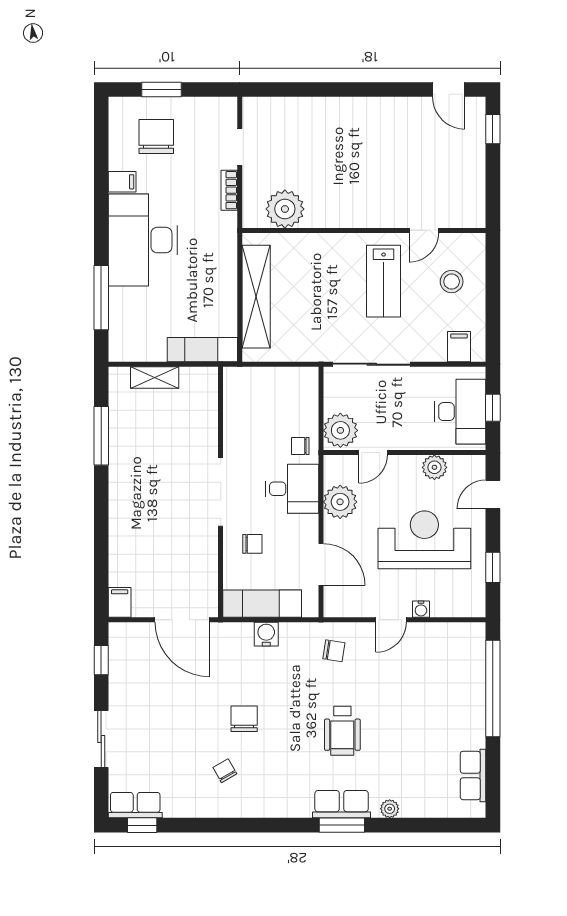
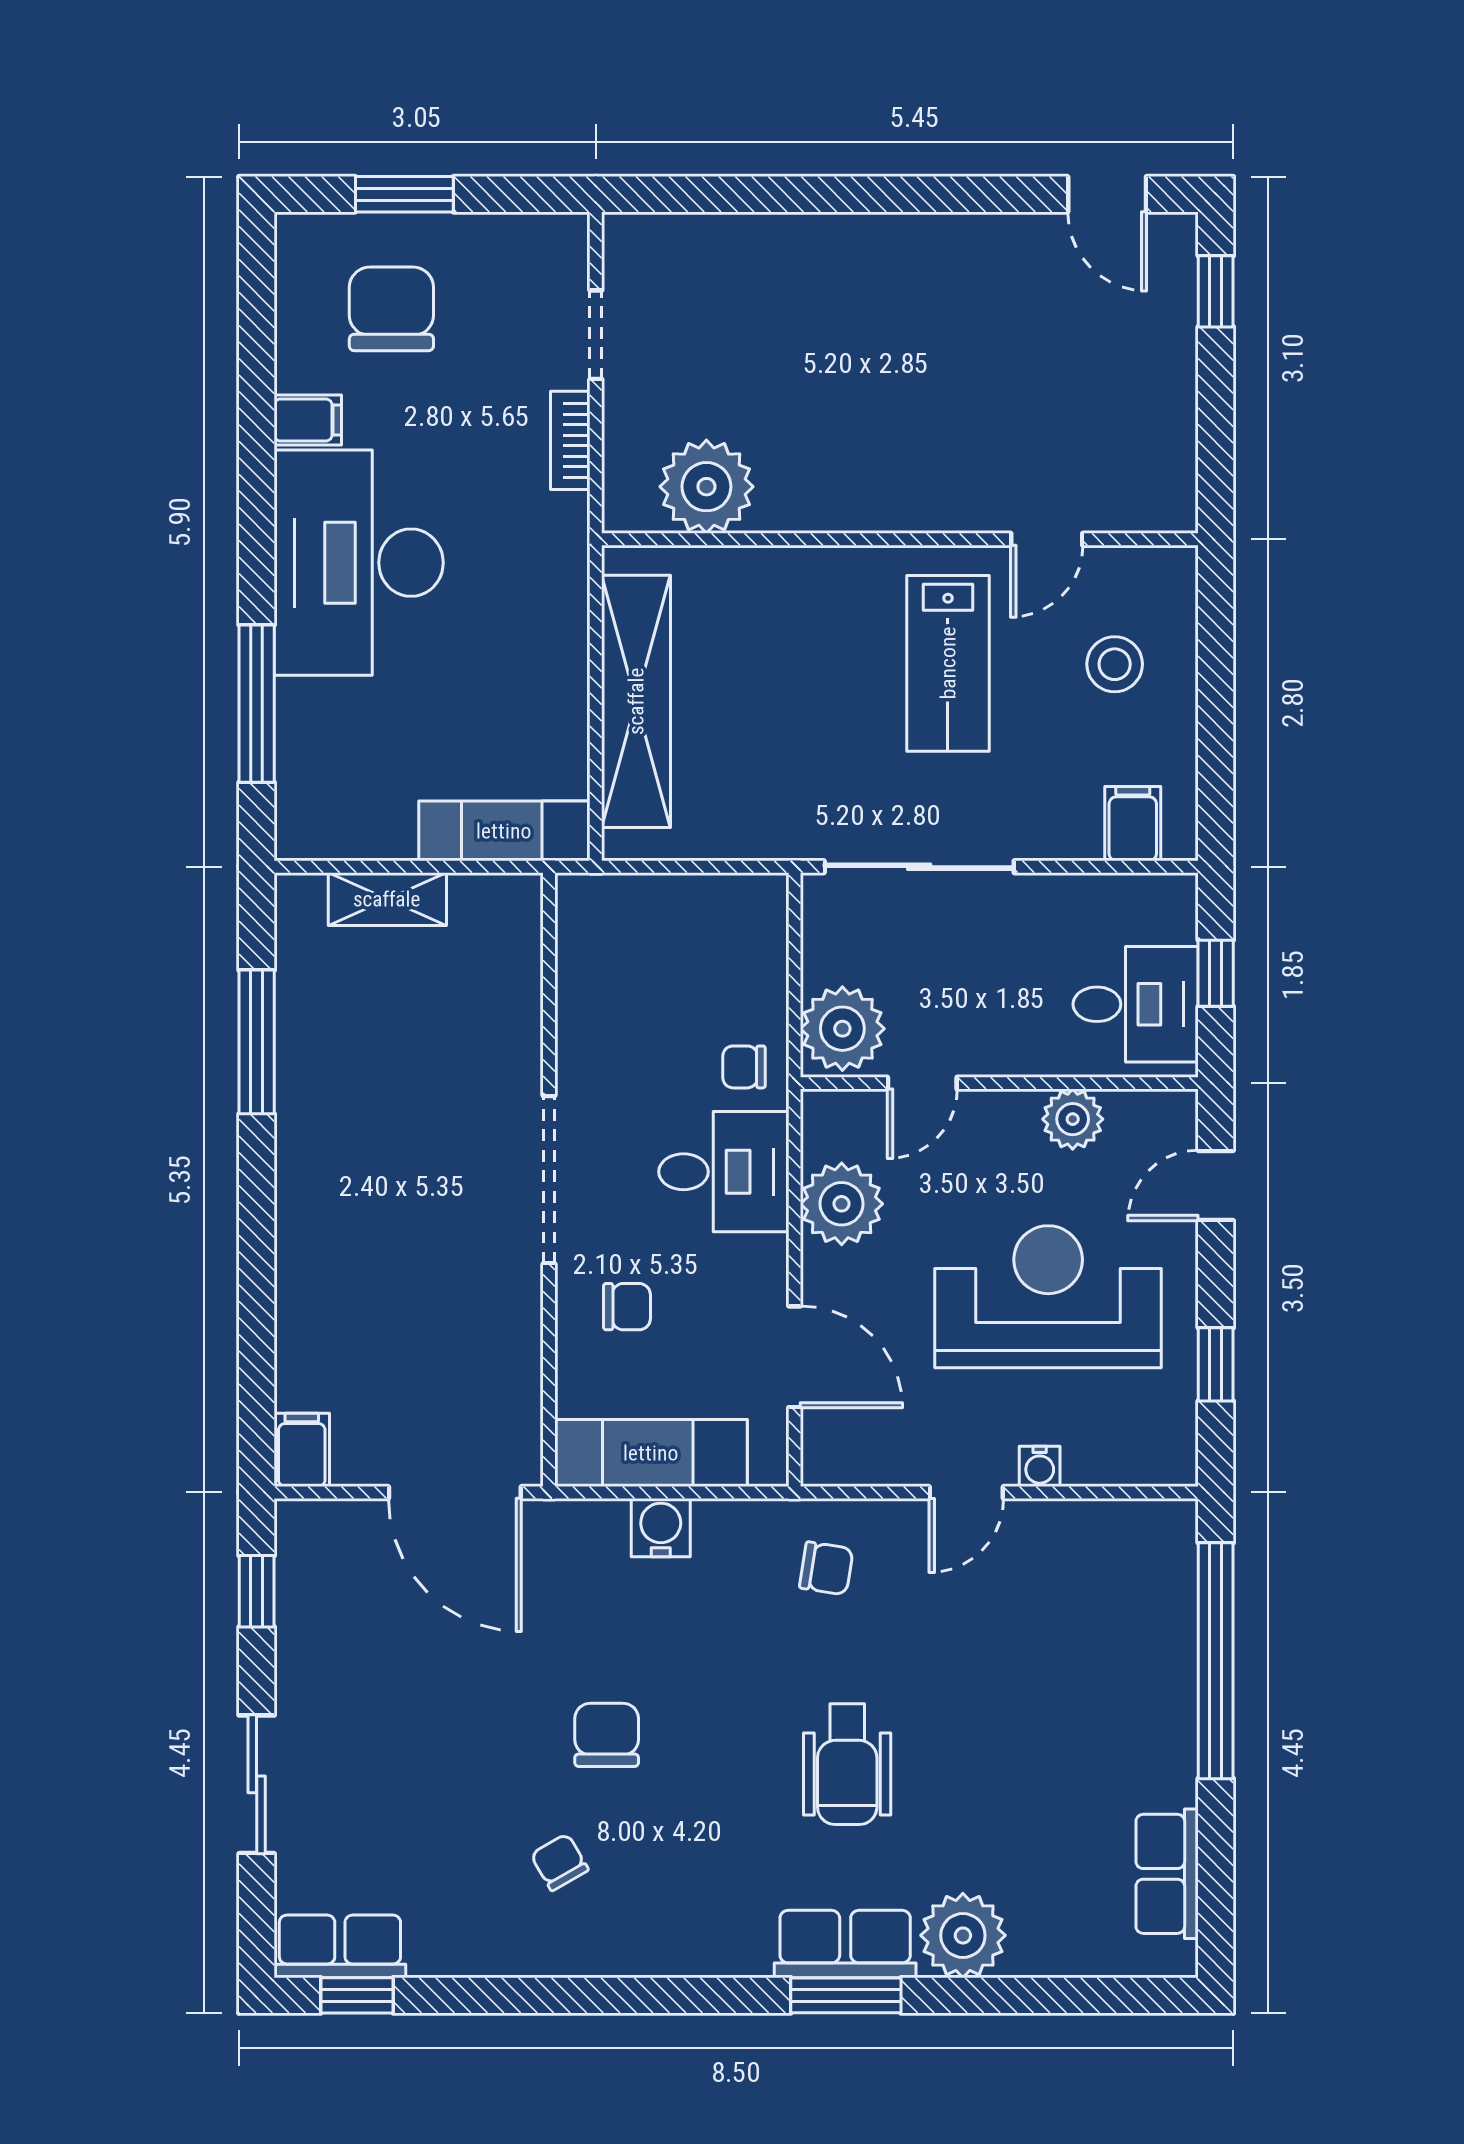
desk: (460, 412) -> (1136, 1004), width x0.73
plant: (390, 809) -> (963, 1935), width x1.88, depth x1.88

